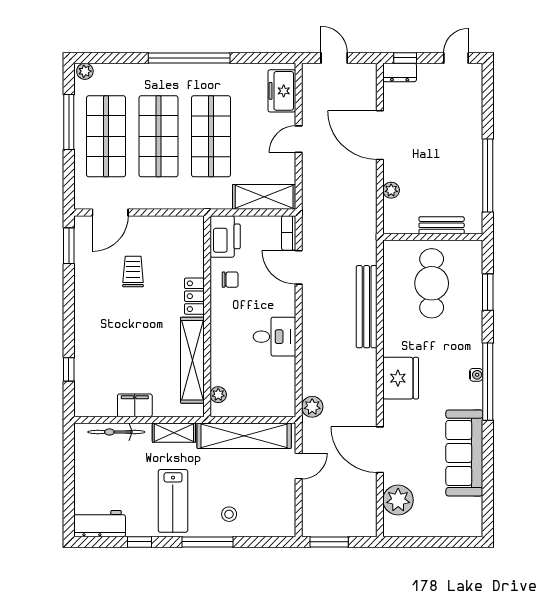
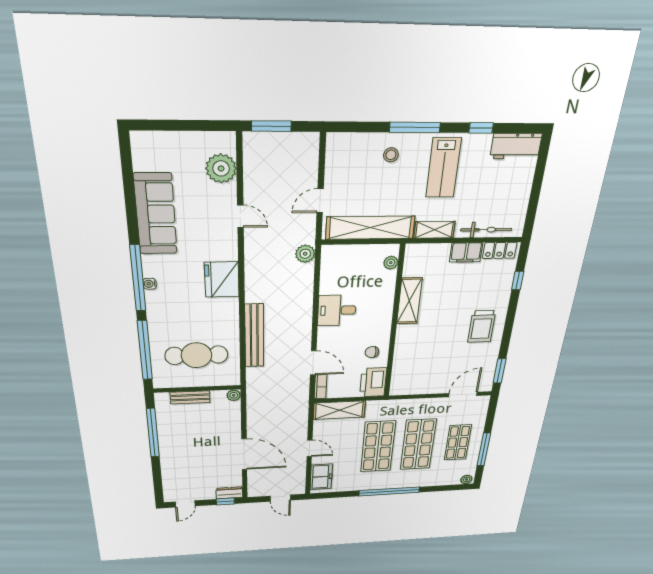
shop shelf: (106, 136) -> (458, 442), width x0.70, depth x0.74
door: (299, 139) -> (310, 448), hinge flipped
plant: (391, 190) -> (234, 395), moved
trolley: (133, 271) -> (482, 327), moved, width x1.36, depth x1.39
cafe table: (432, 283) -> (196, 355), turned 90
window: (488, 292) -> (145, 350), width x2.11
locker: (194, 296) -> (500, 250), moved, turned 90
shelving: (192, 360) -> (409, 301), width x0.68
door: (380, 450) -> (240, 216), width x0.53
lab bench: (173, 501) -> (443, 168), turned 180
window: (329, 542) -> (271, 126), moved

